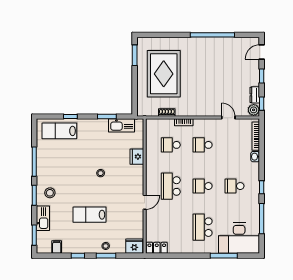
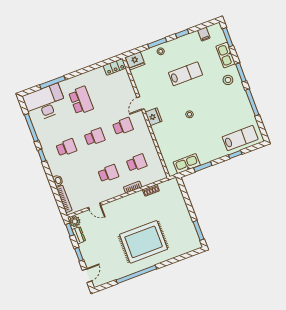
rug: (164, 74) -> (144, 242), moved, turned 90
fridge: (137, 157) -> (154, 117), moved
school desk: (171, 186) -> (123, 126), width x0.54

